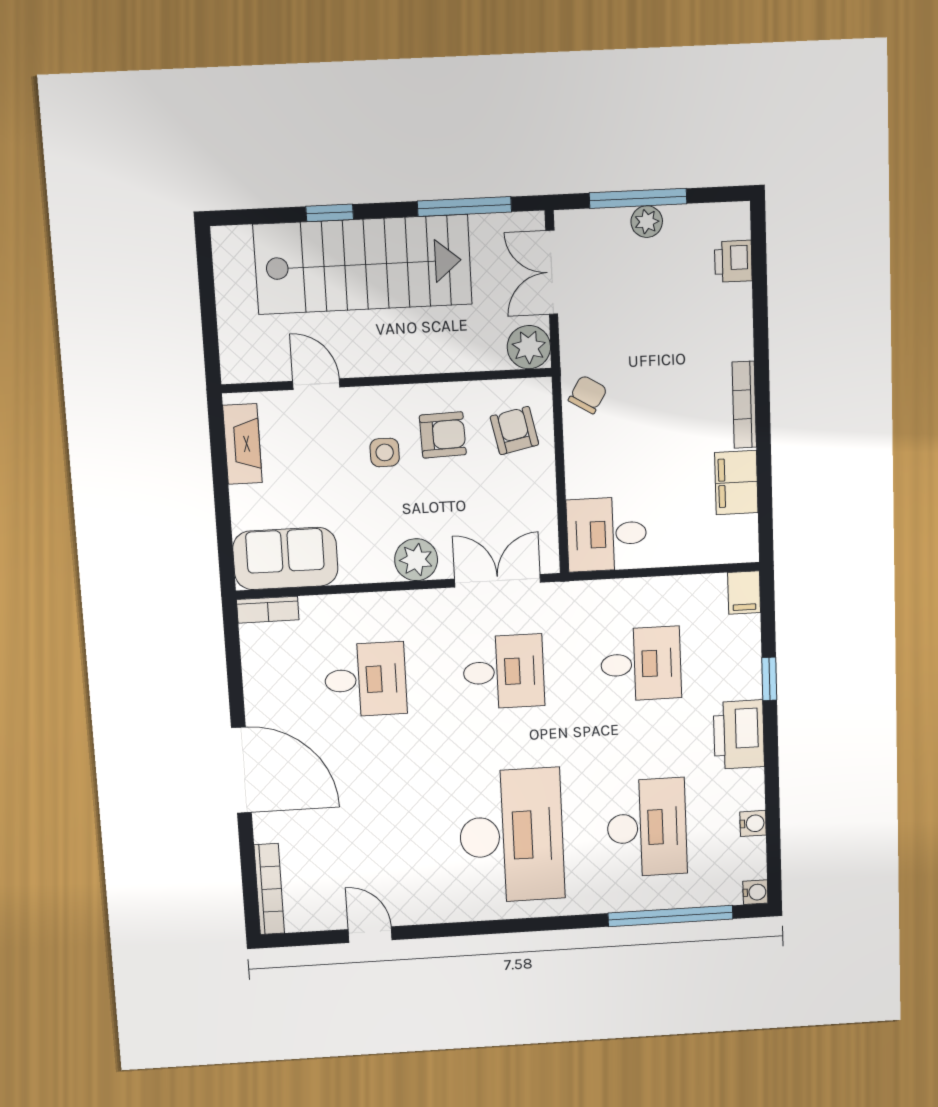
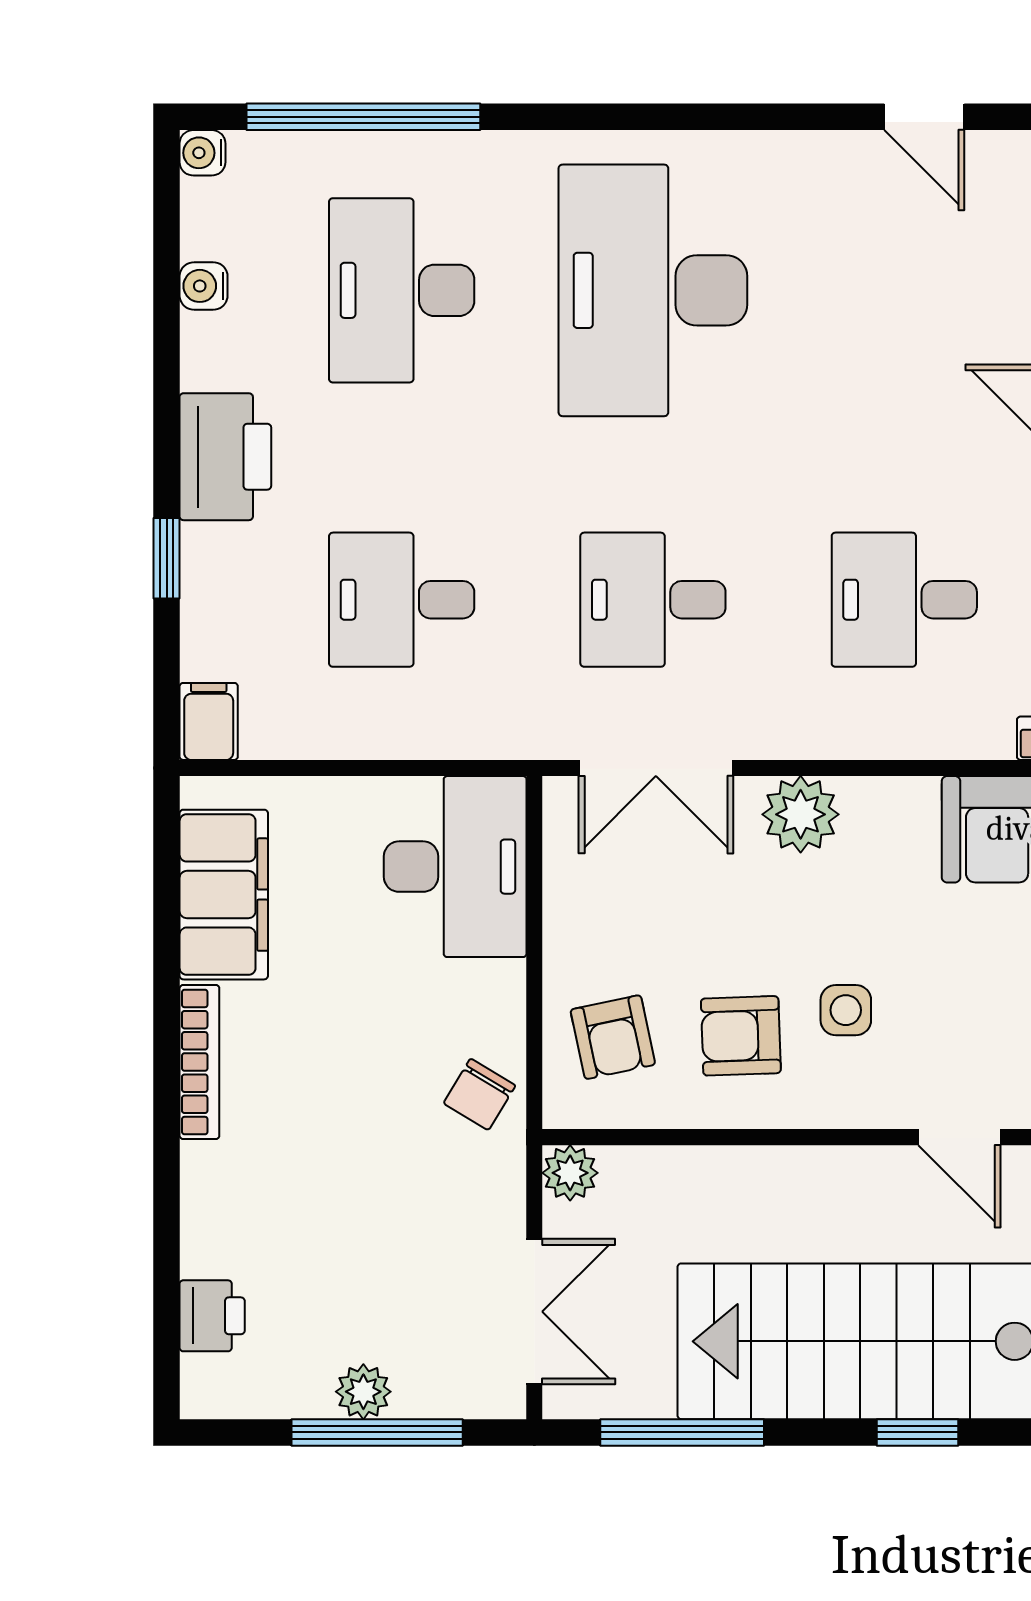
plant: (529, 347) -> (570, 1173), width x0.73, depth x0.73
filing cabinet: (736, 483) -> (224, 895), width x1.50, depth x1.17
desk: (607, 534) -> (455, 867), width x1.37

